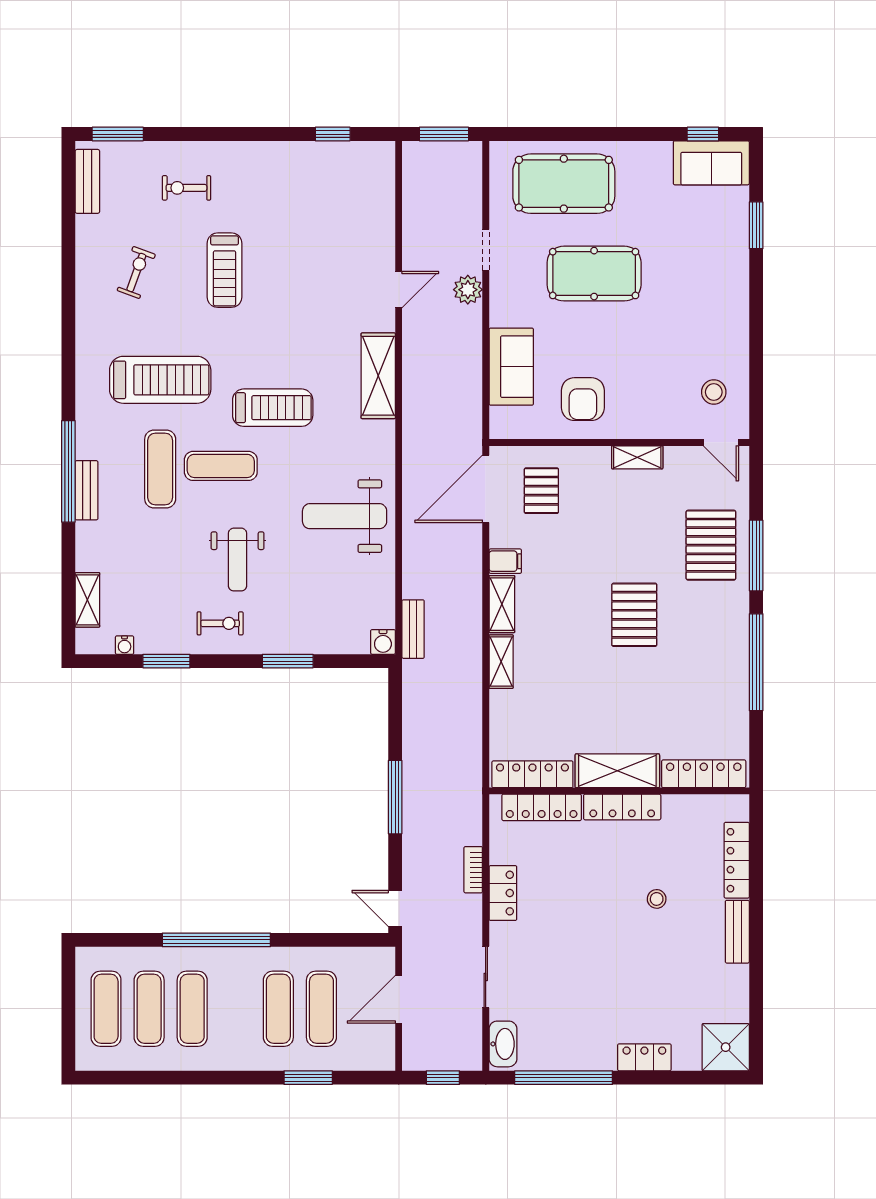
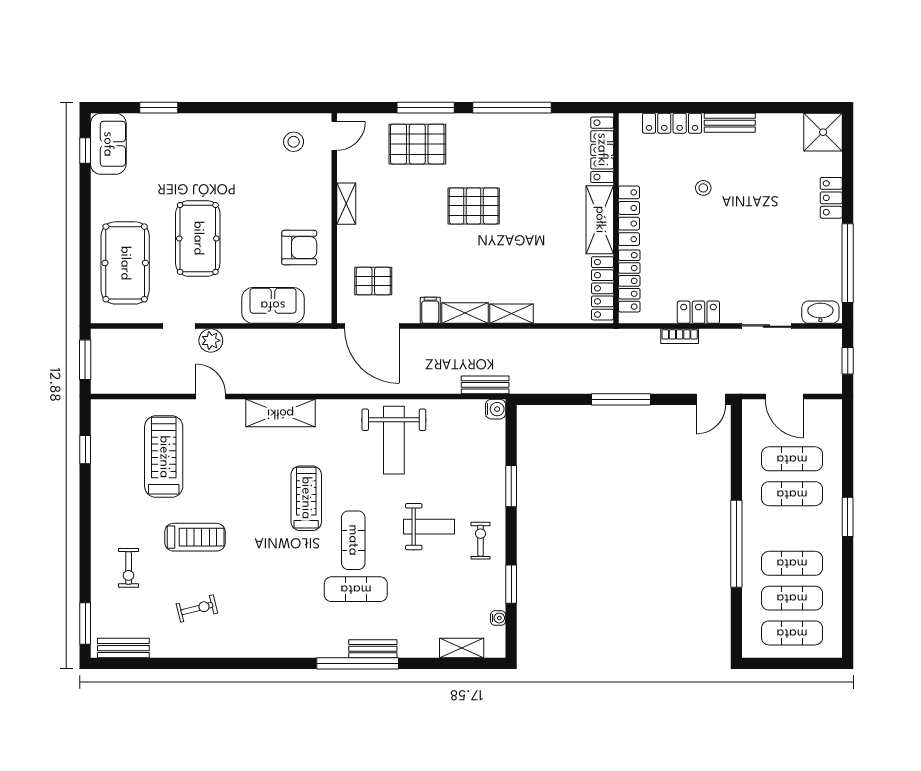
exercise bike: (136, 272) -> (197, 608), turned 146
treadmill: (160, 380) -> (164, 457), moved
window: (308, 1078) -> (848, 517), moved

